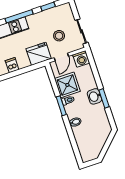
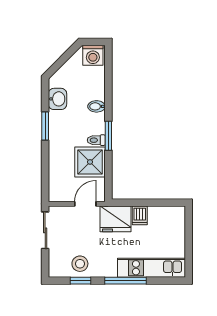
stool: (59, 36) -> (80, 264), moved
washing machine: (81, 59) -> (93, 55), moved, turned 180
dishwasher: (12, 65) -> (140, 215), moved
washbasin: (94, 96) -> (57, 99), moved

